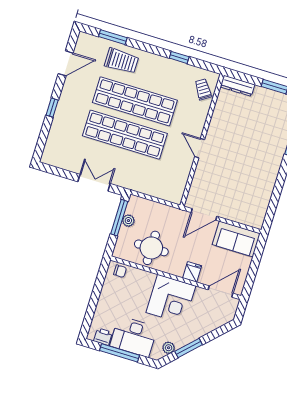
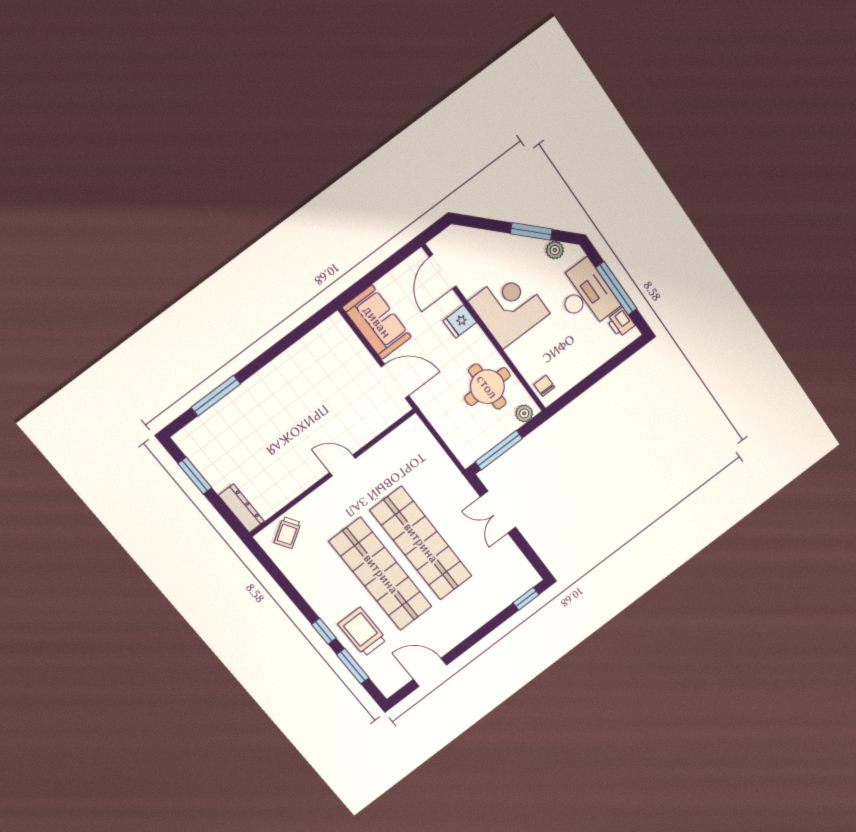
window: (179, 57) -> (324, 631), moved
window: (52, 108) -> (526, 599), moved
door: (200, 148) -> (343, 465), swing flipped
plant: (128, 221) -> (524, 413), moved
door: (221, 292) -> (443, 272), hinge flipped

